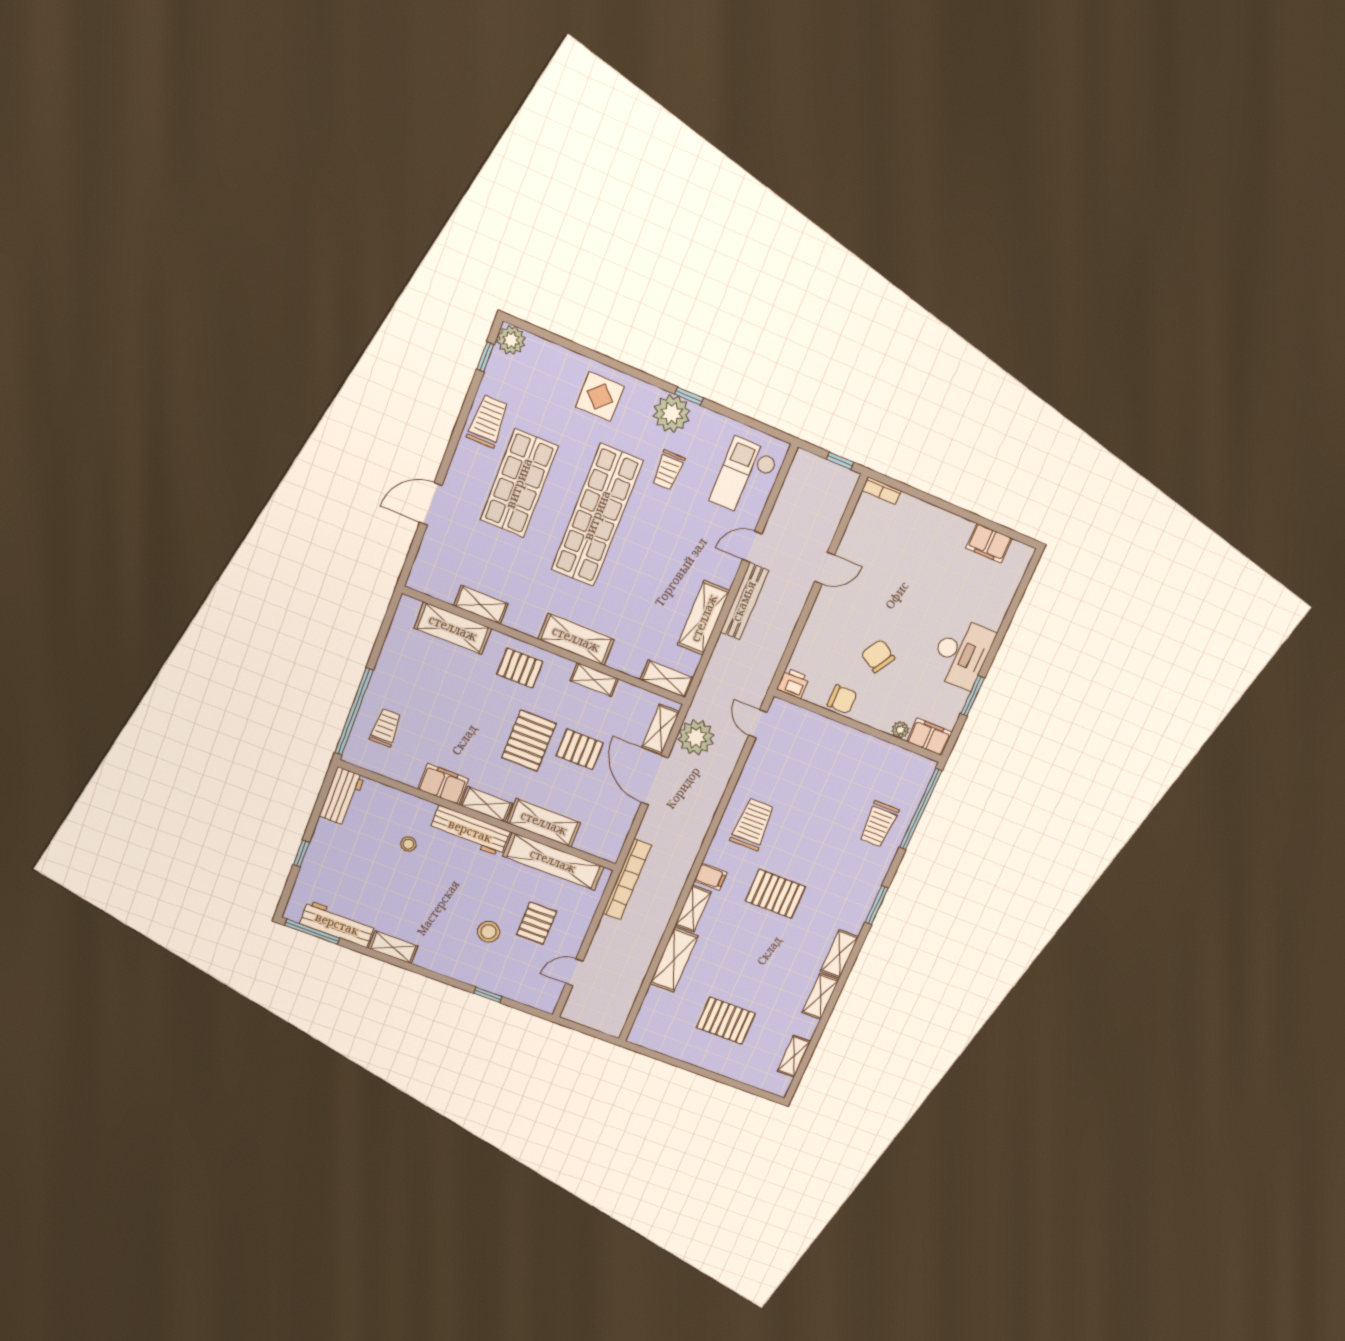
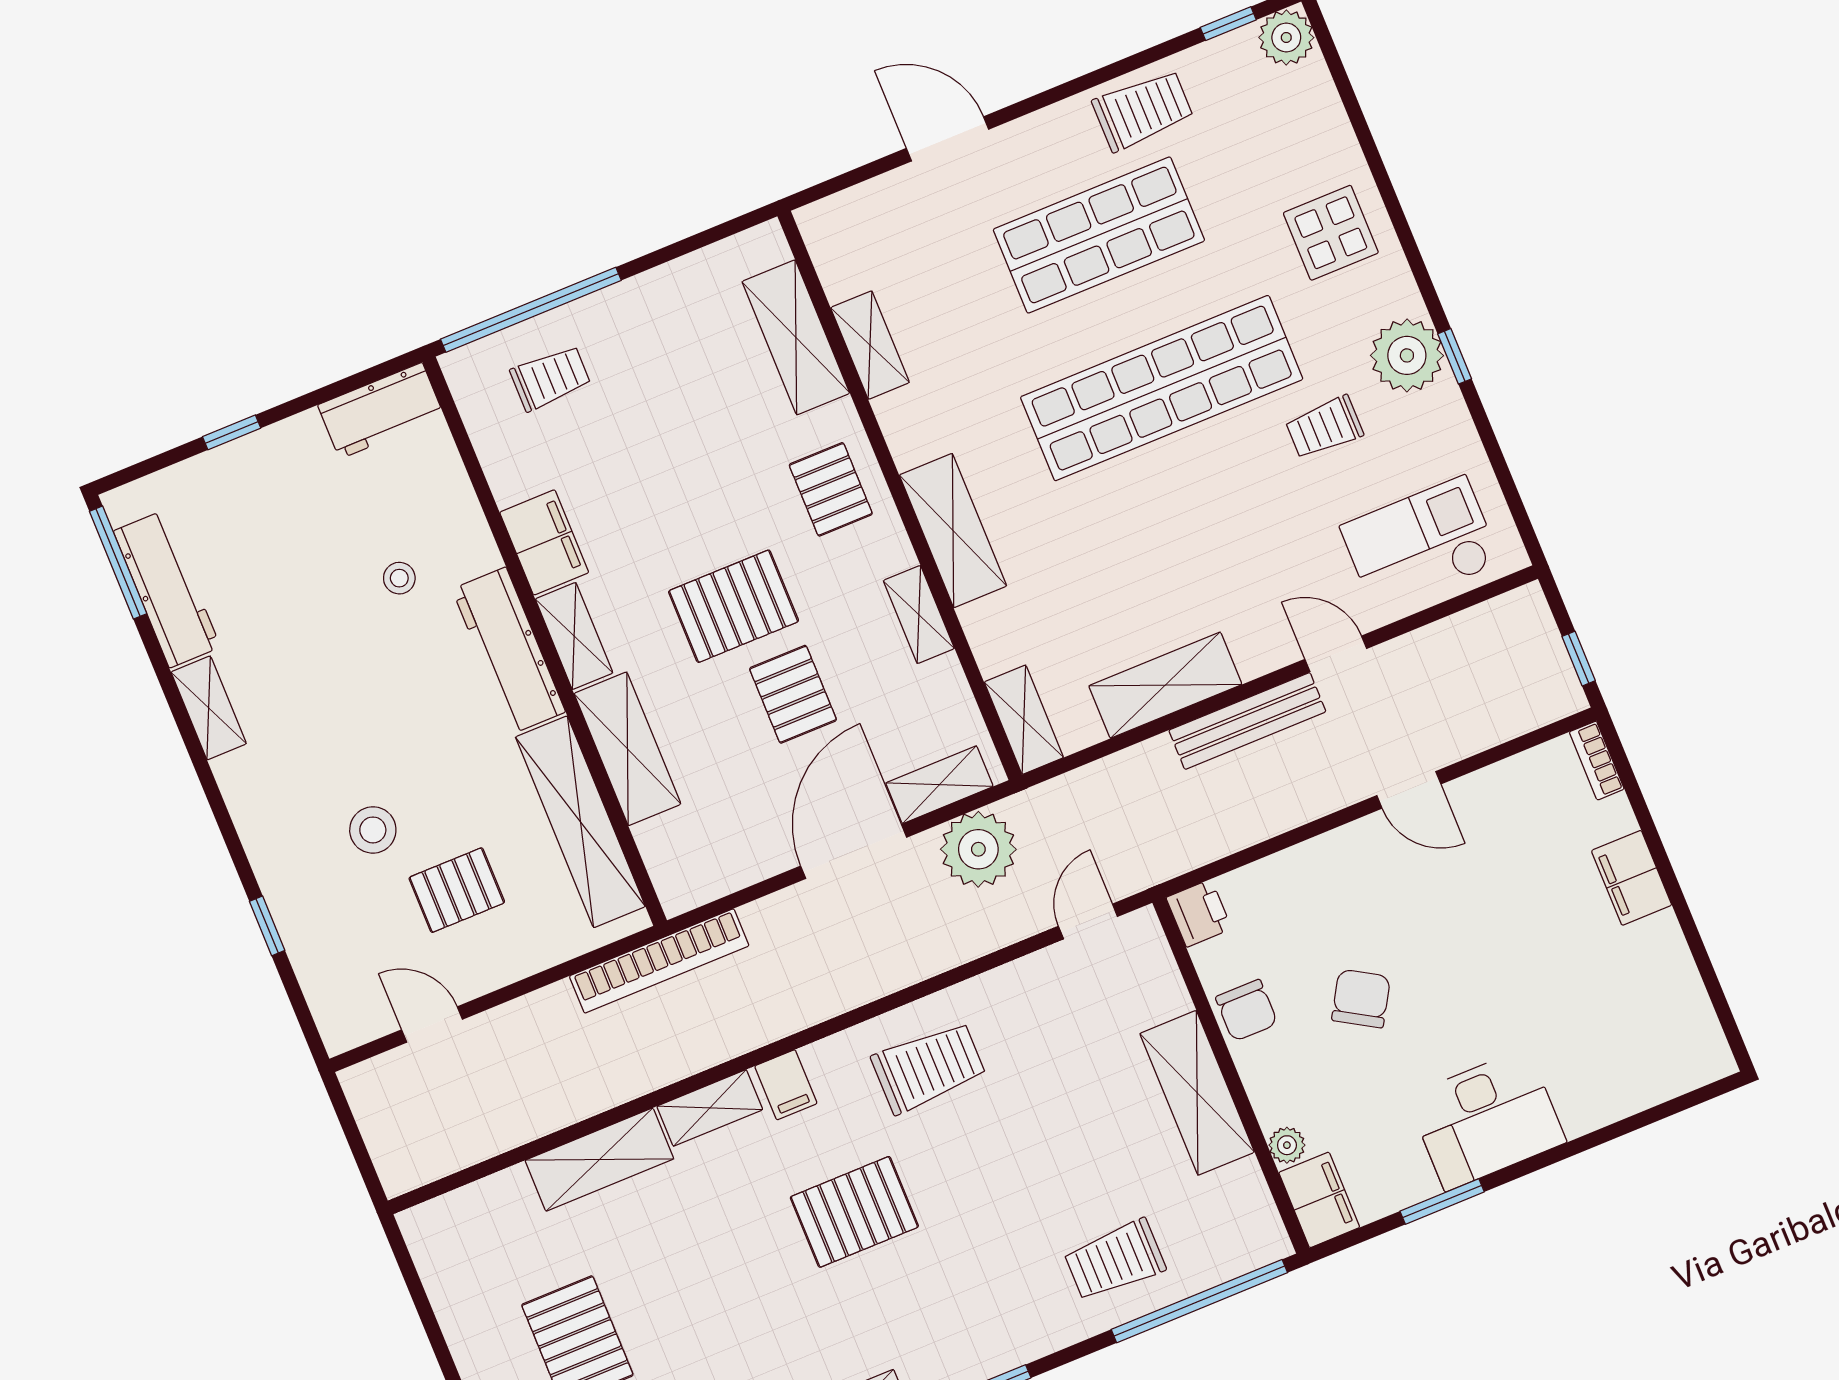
filing cabinet: (989, 543) -> (1632, 878), moved
shelving: (852, 743) -> (1197, 1093), added
pallet: (775, 894) -> (854, 1212), turned 90

